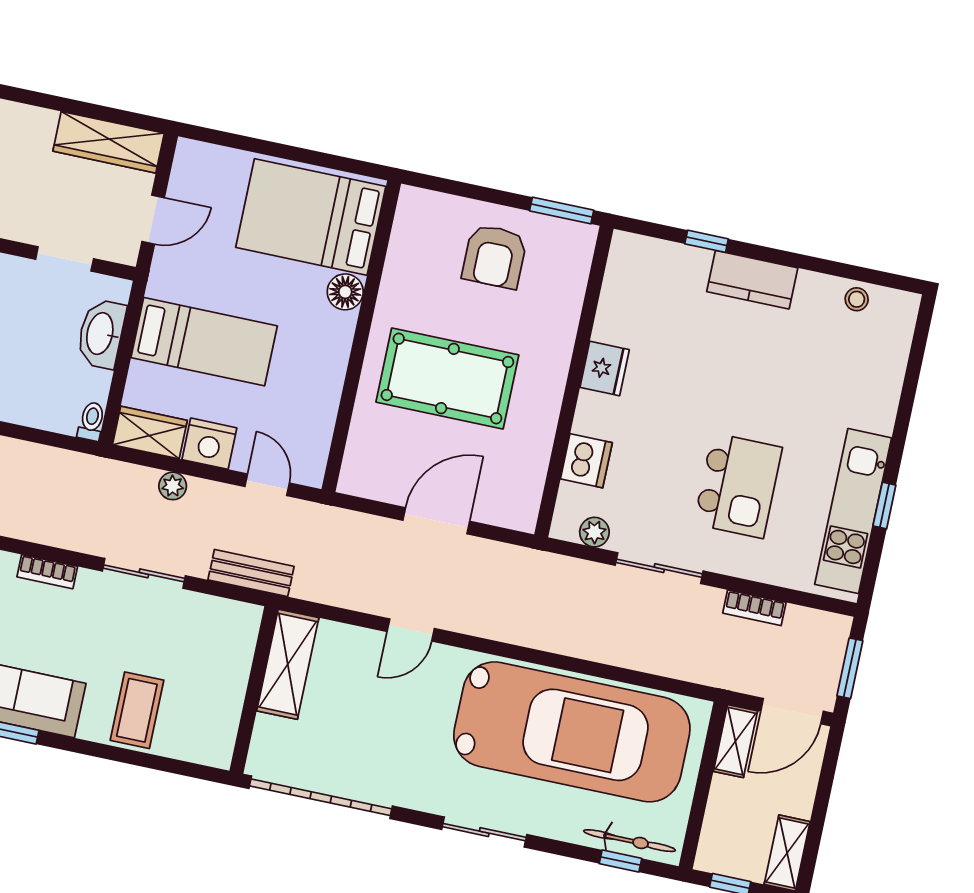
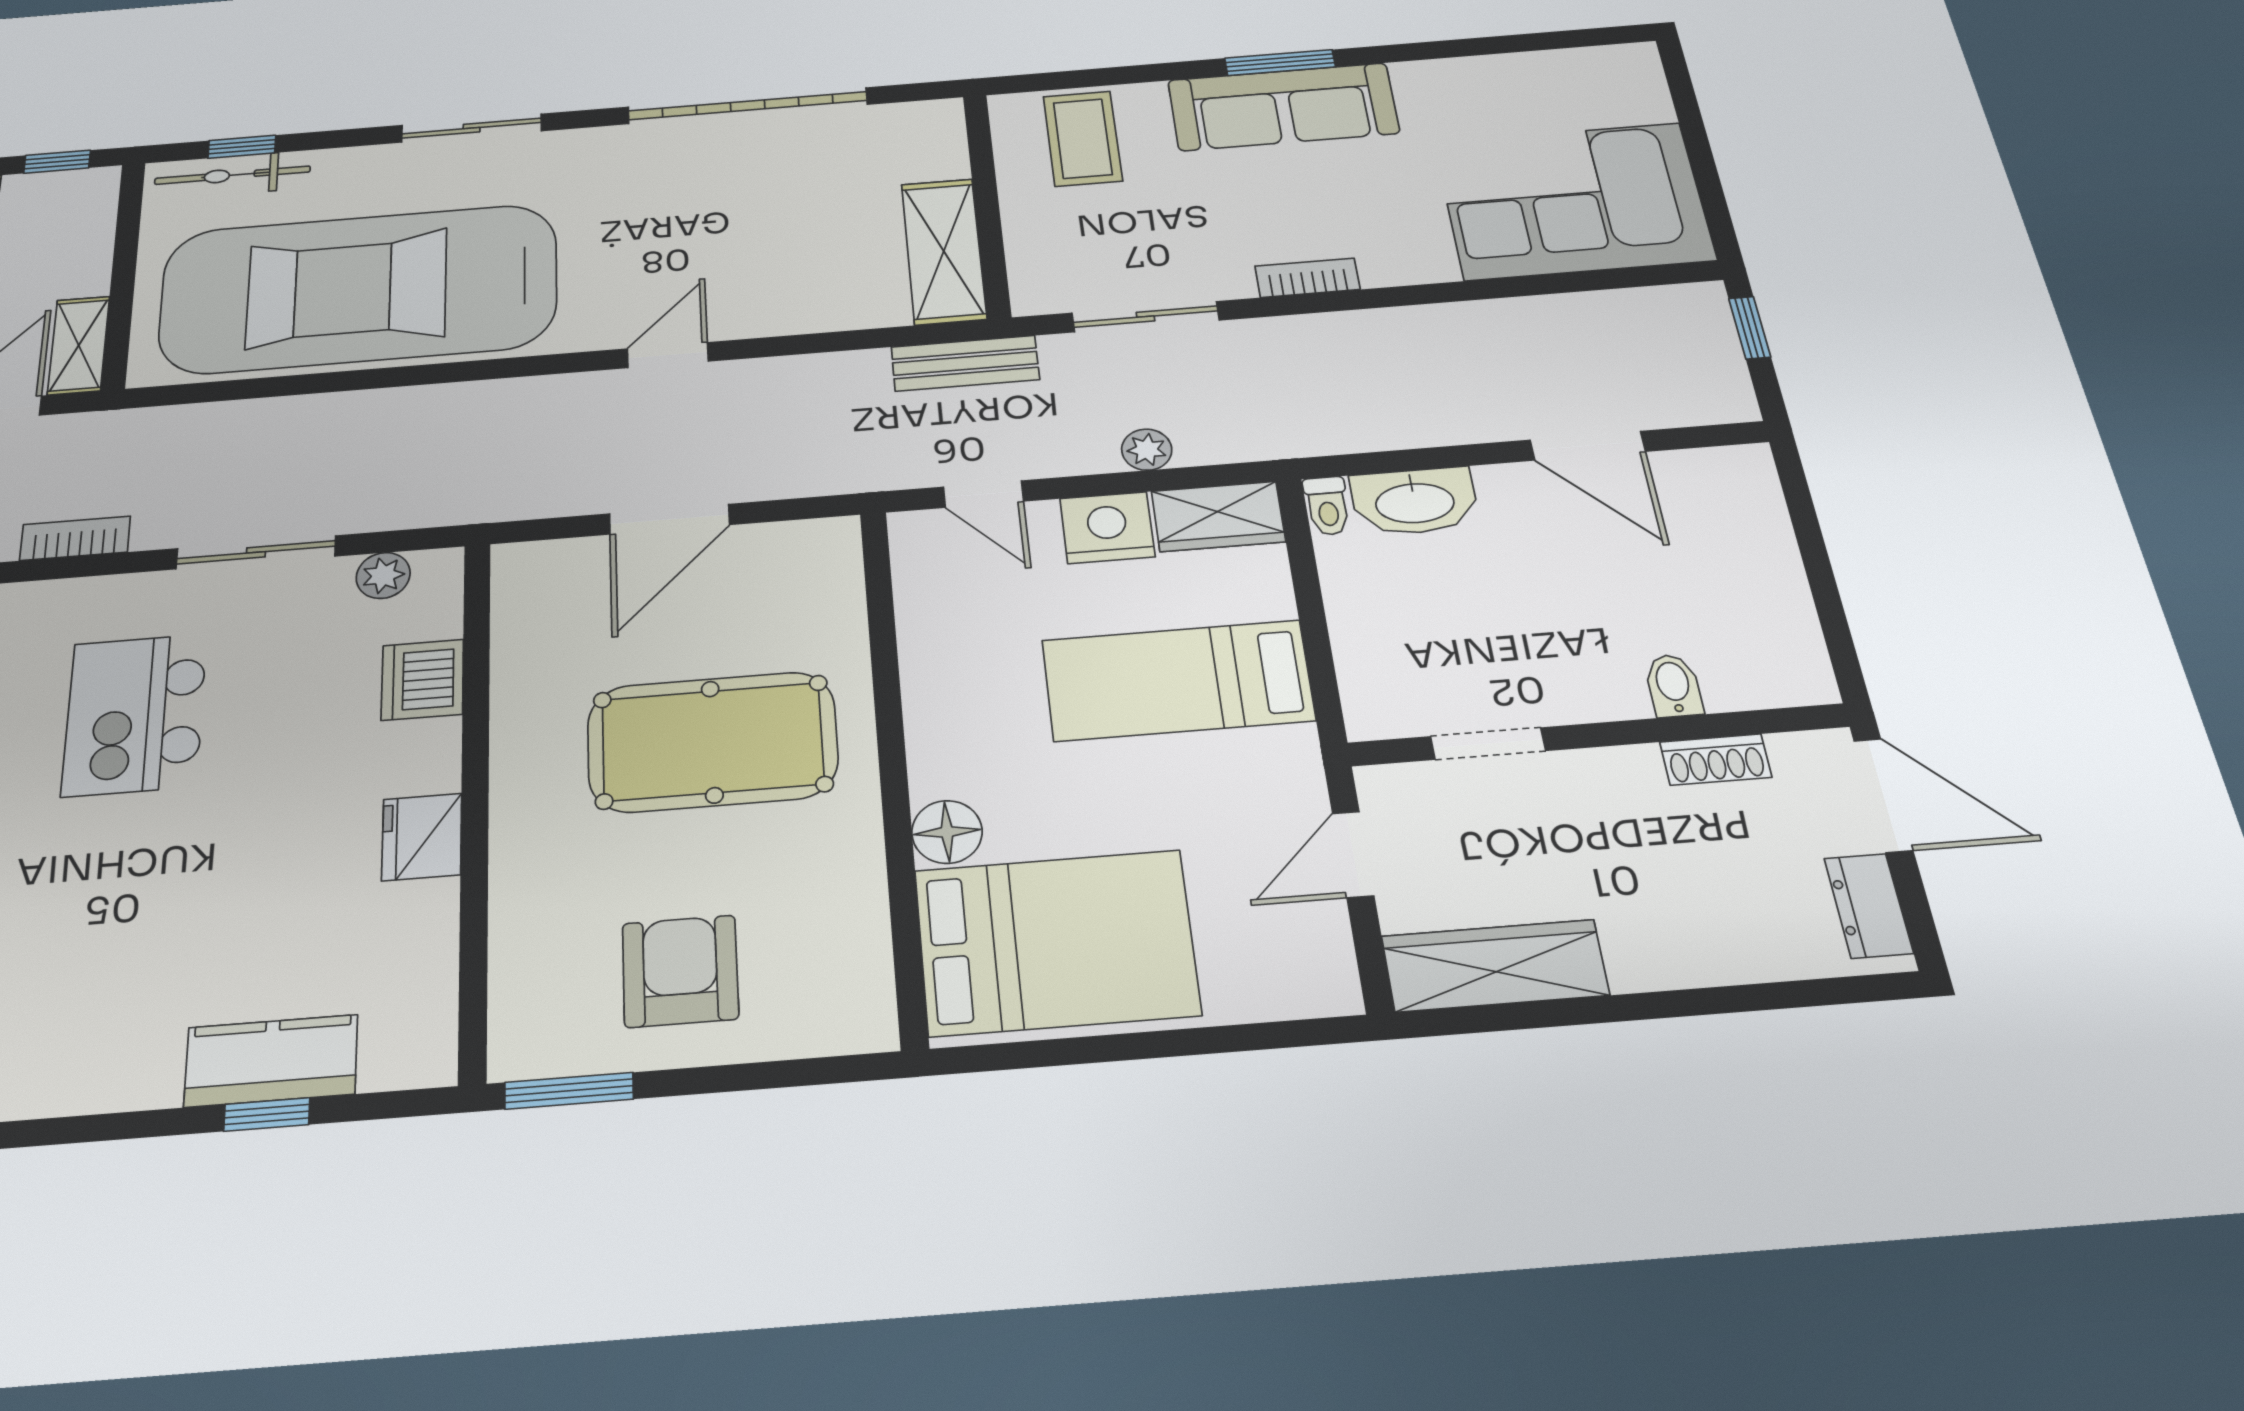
kitchen counter: (752, 280) -> (271, 1061), moved
washbasin: (101, 334) -> (1414, 501), moved, turned 90
shelving: (288, 664) -> (944, 251), moved
wall: (254, 690) -> (987, 204), moved

